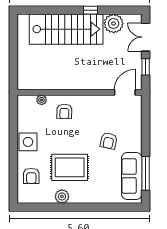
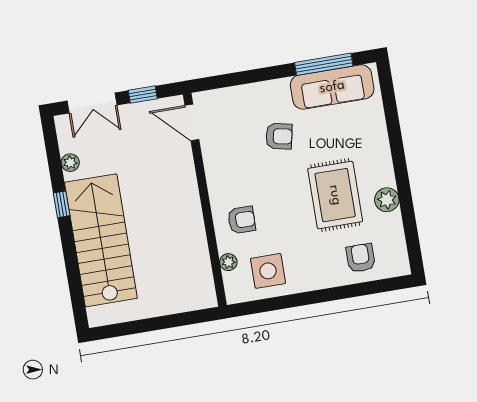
plant: (114, 23) -> (70, 163), width x0.53, depth x0.53
side table: (28, 142) -> (268, 271), moved
armchair: (31, 176) -> (361, 258), turned -90

